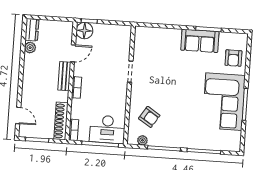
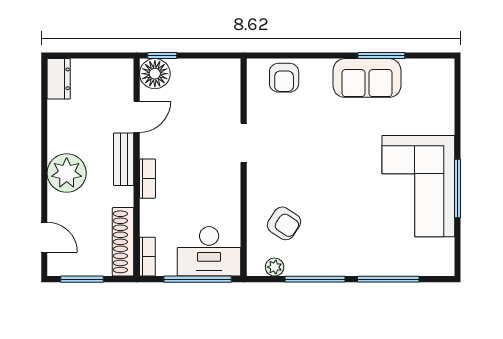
plant: (30, 48) -> (67, 173), moved, width x1.88, depth x1.88
armchair: (233, 58) -> (284, 78), moved

